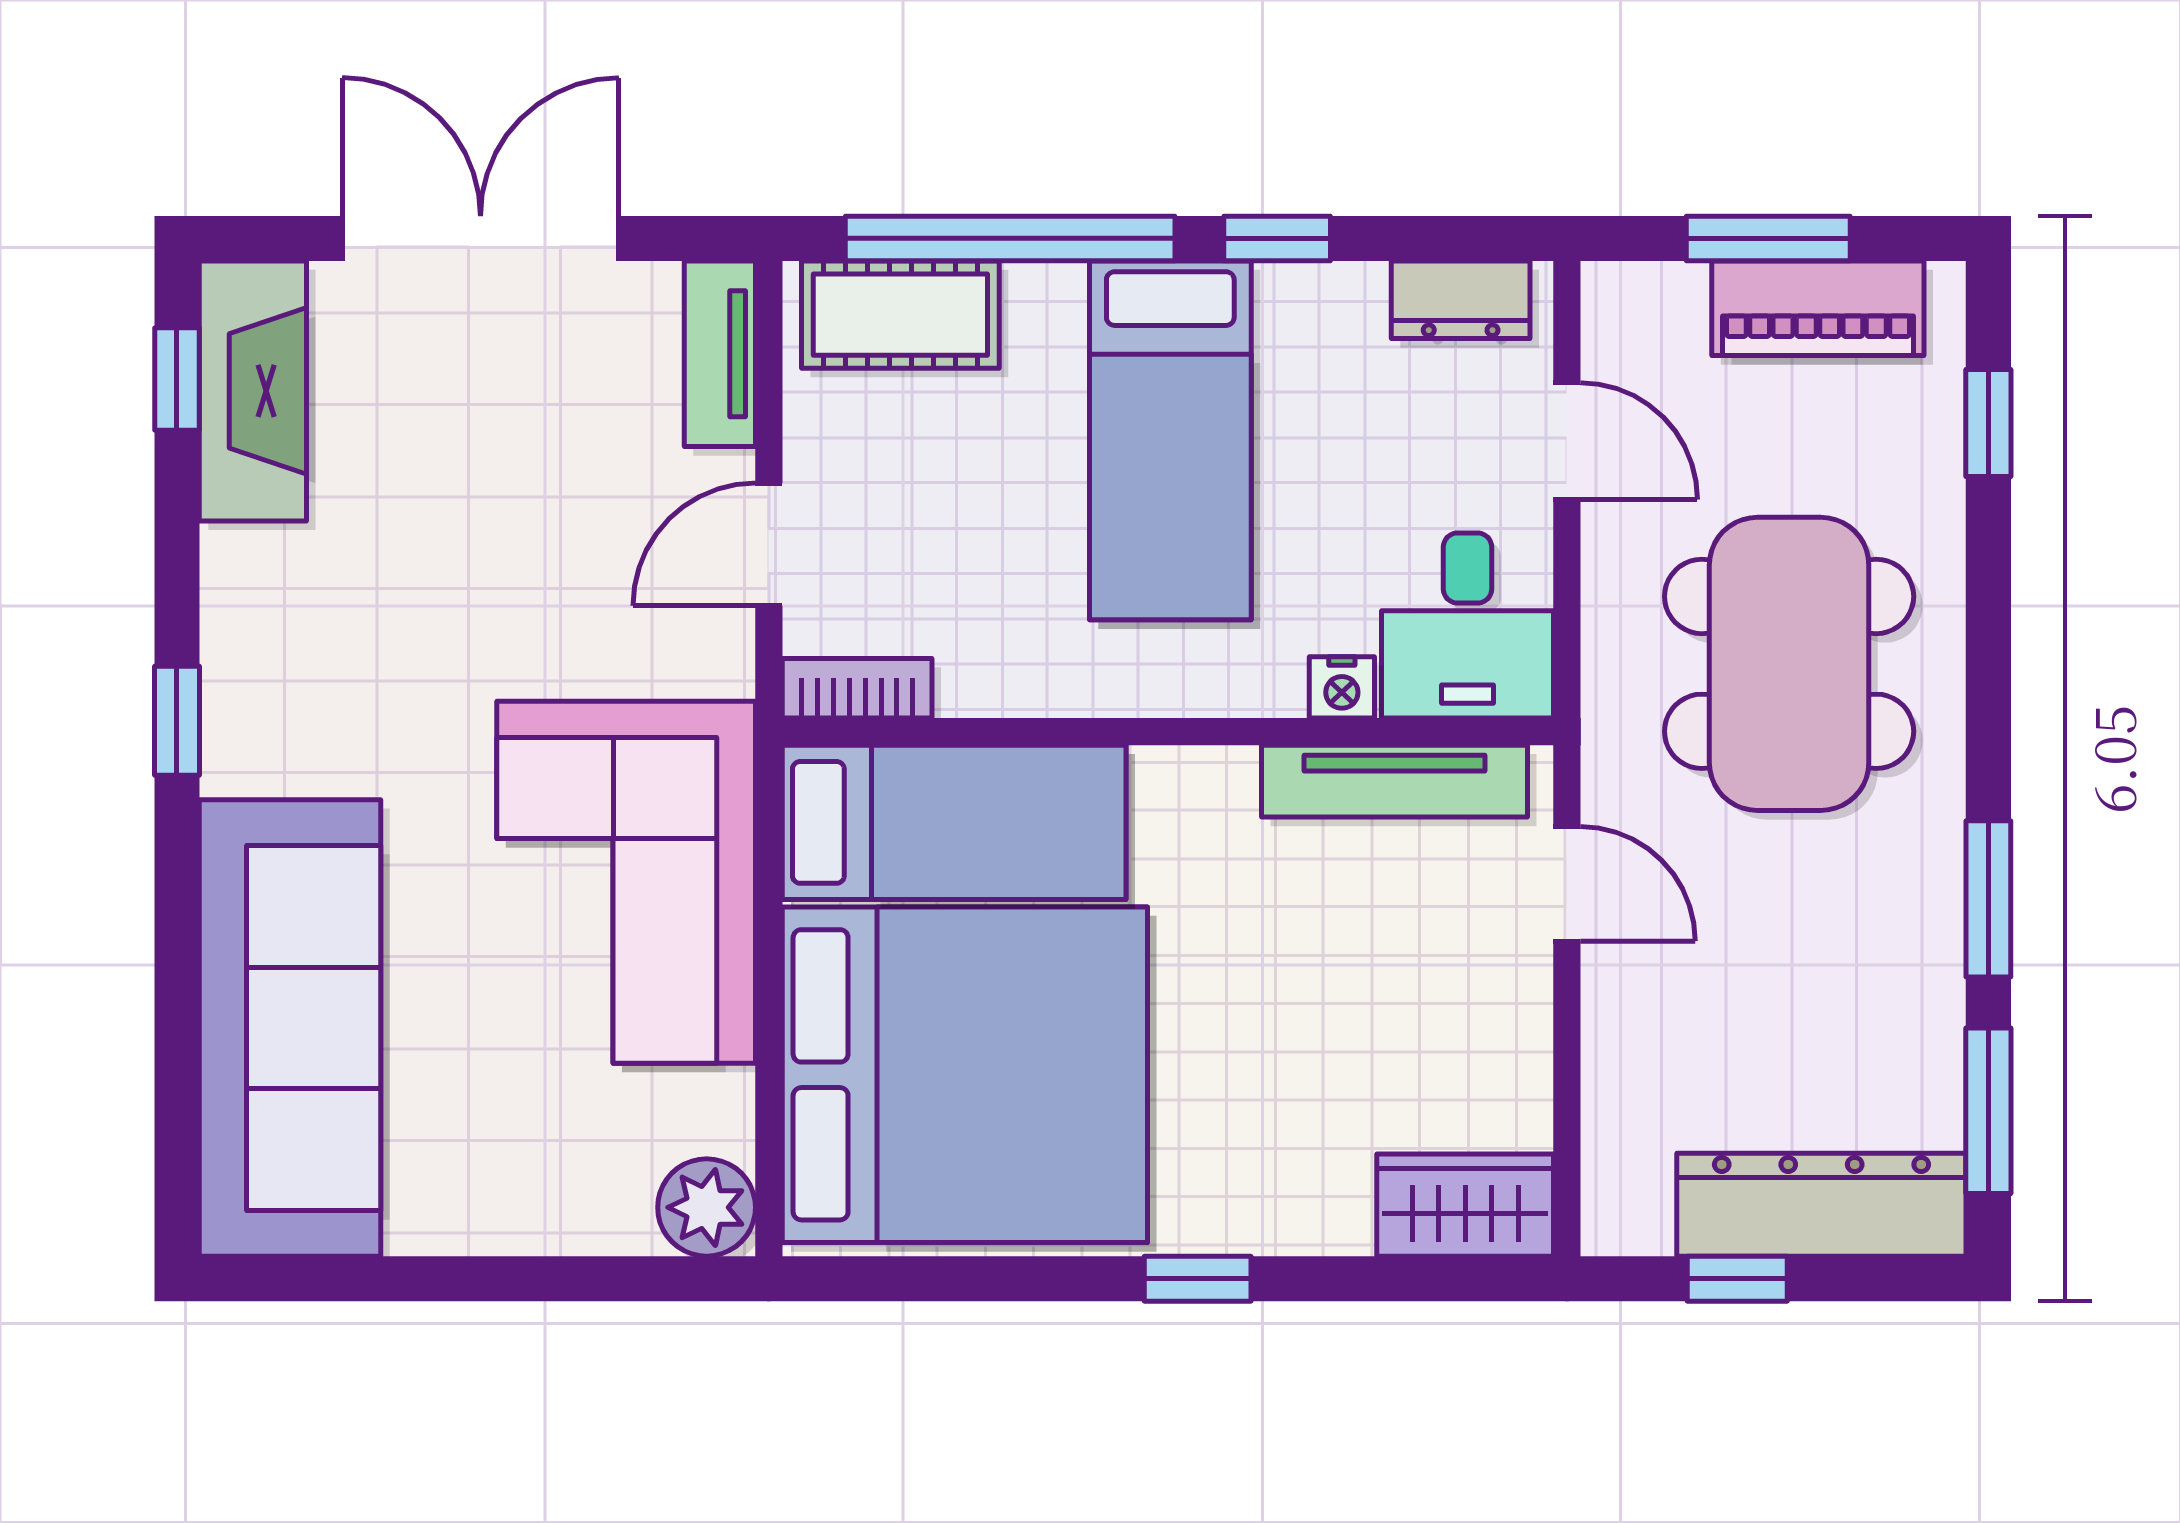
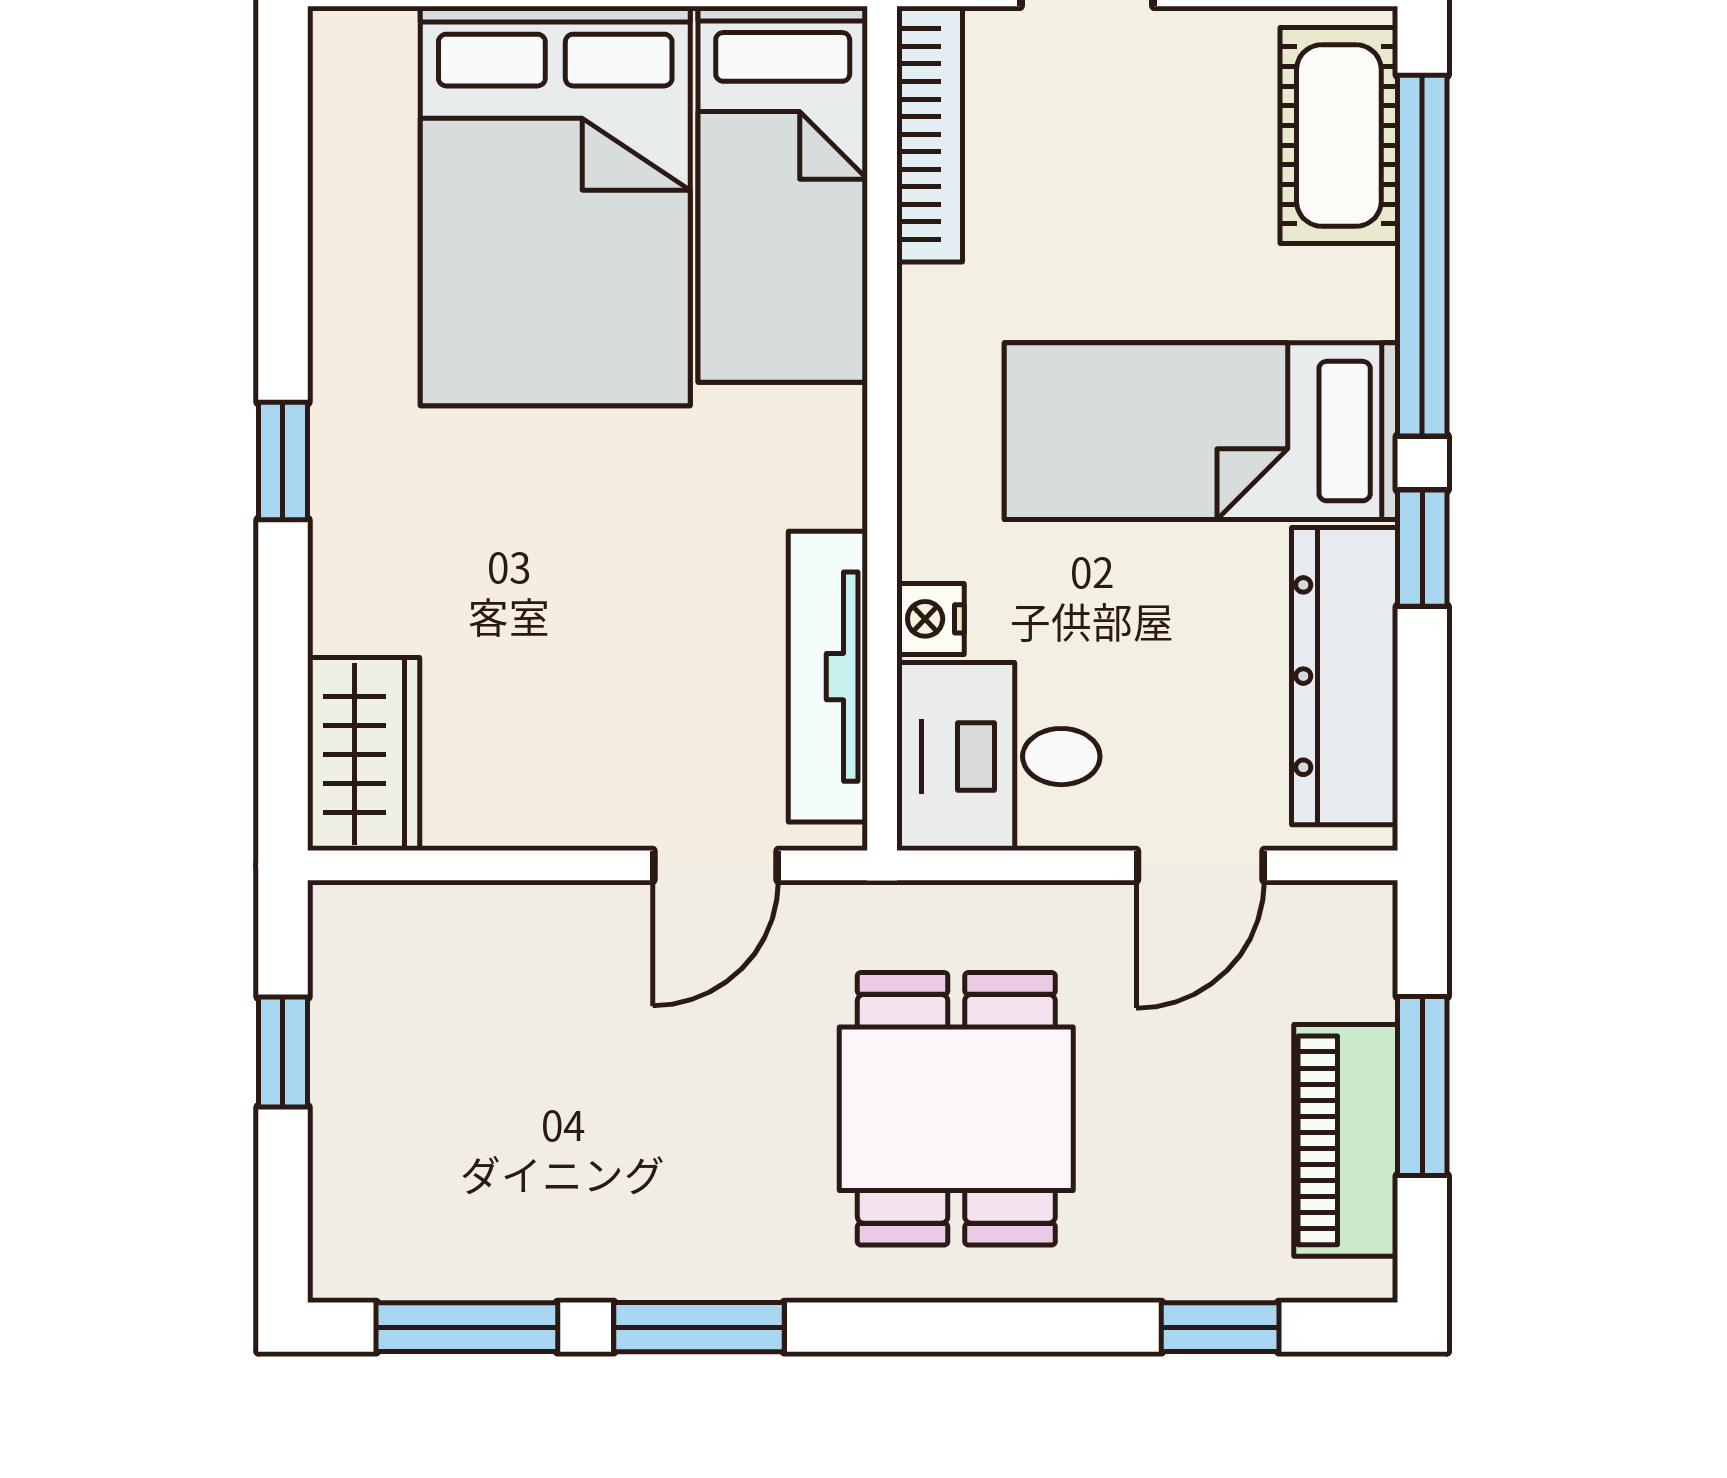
dresser: (1461, 300) -> (1345, 676), width x1.96, depth x1.24
dining table: (1789, 664) -> (956, 1109), width x0.73
bookcase: (857, 688) -> (930, 134), width x1.56
bed: (965, 1075) -> (555, 206), width x0.73
dresser: (1821, 1205) -> (364, 1144), removed

